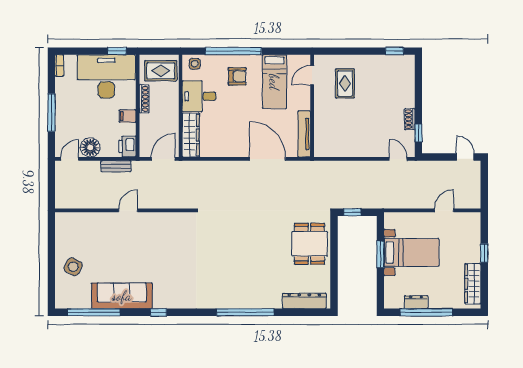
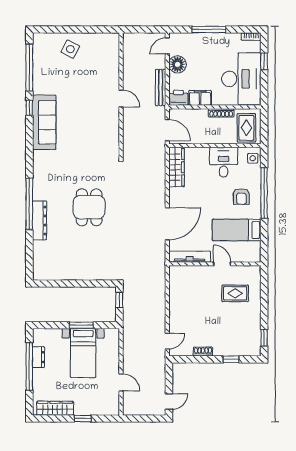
window: (117, 51) -> (264, 61), moved
door: (312, 75) -> (222, 264), moved
filing cabinet: (128, 116) -> (200, 98), width x2.00
window: (418, 133) -> (231, 359), moved
wardrobe: (191, 135) -> (176, 167), moved, turned -90
door: (70, 159) -> (167, 46), swing flipped
bench: (116, 166) -> (161, 87), width x1.36
dining table: (309, 244) -> (89, 207), moved, turned 90
sofa: (122, 296) -> (44, 122), moved
dresser: (304, 301) -> (40, 220), moved
window: (158, 312) -> (29, 108), moved

